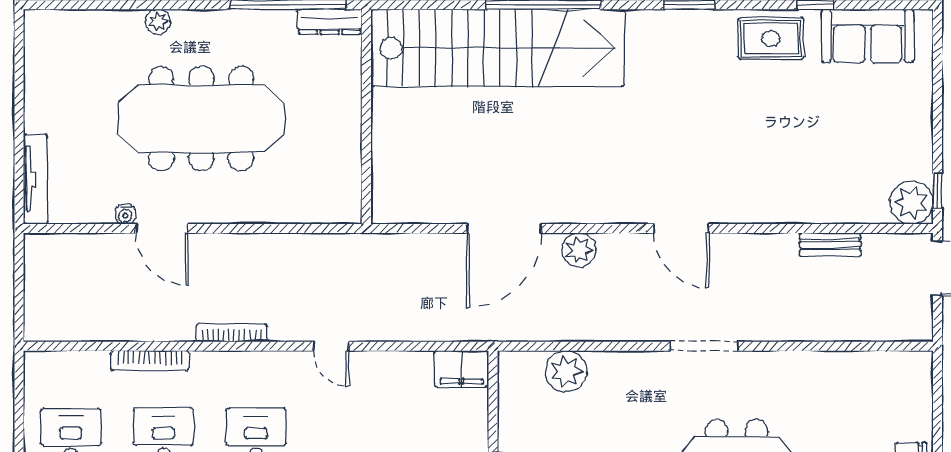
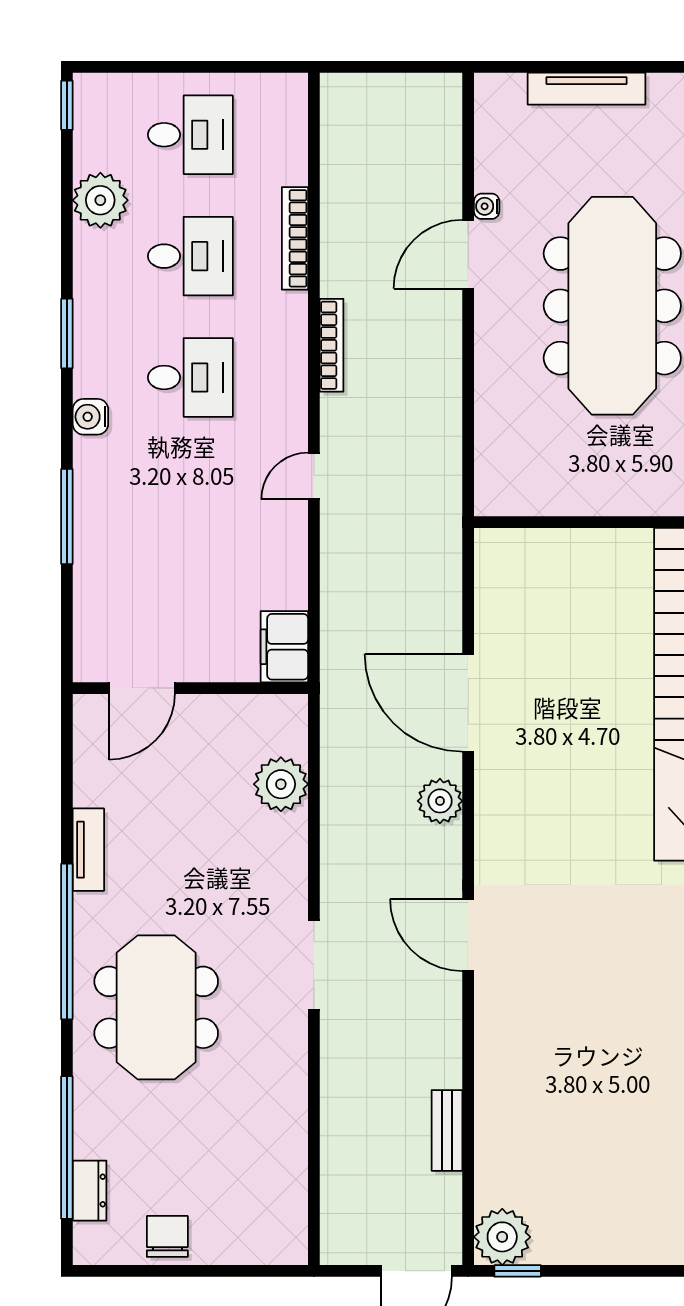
tv unit: (36, 179) -> (586, 89), moved
door: (681, 228) -> (468, 935), hinge flipped

